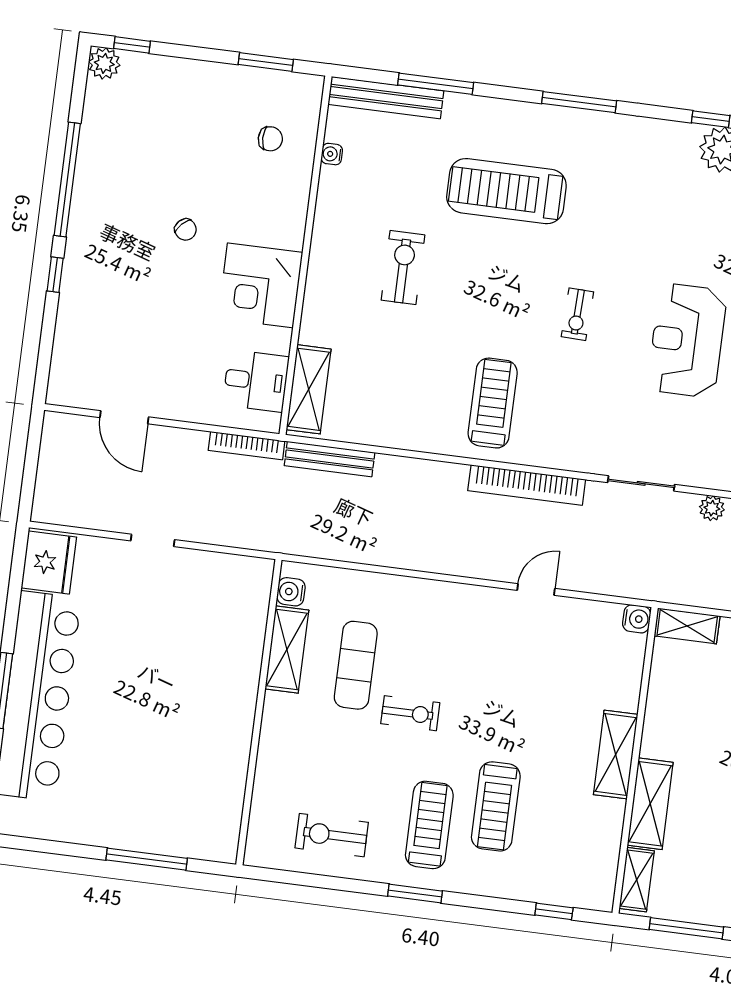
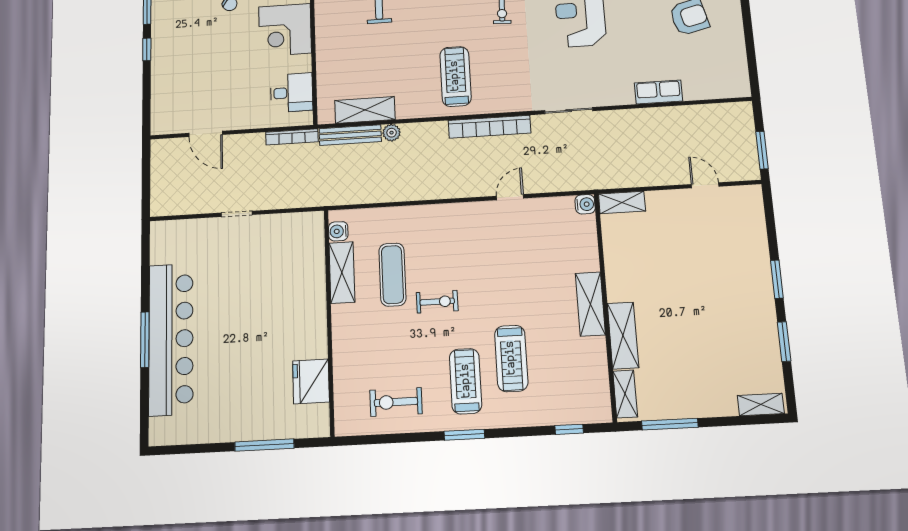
shelving: (309, 389) -> (365, 110), moved, turned 90
plant: (712, 508) -> (392, 133), moved
fridge: (49, 563) -> (311, 381), moved, turned 180

